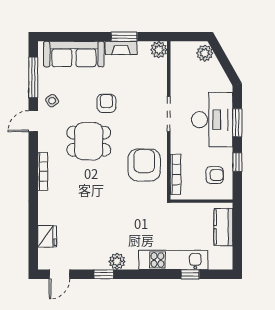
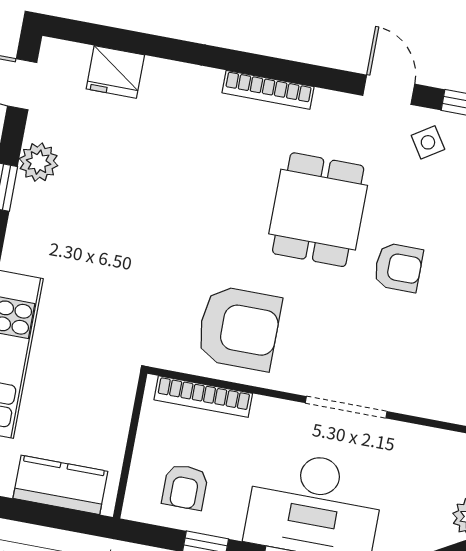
plant: (117, 261) -> (39, 162), moved

